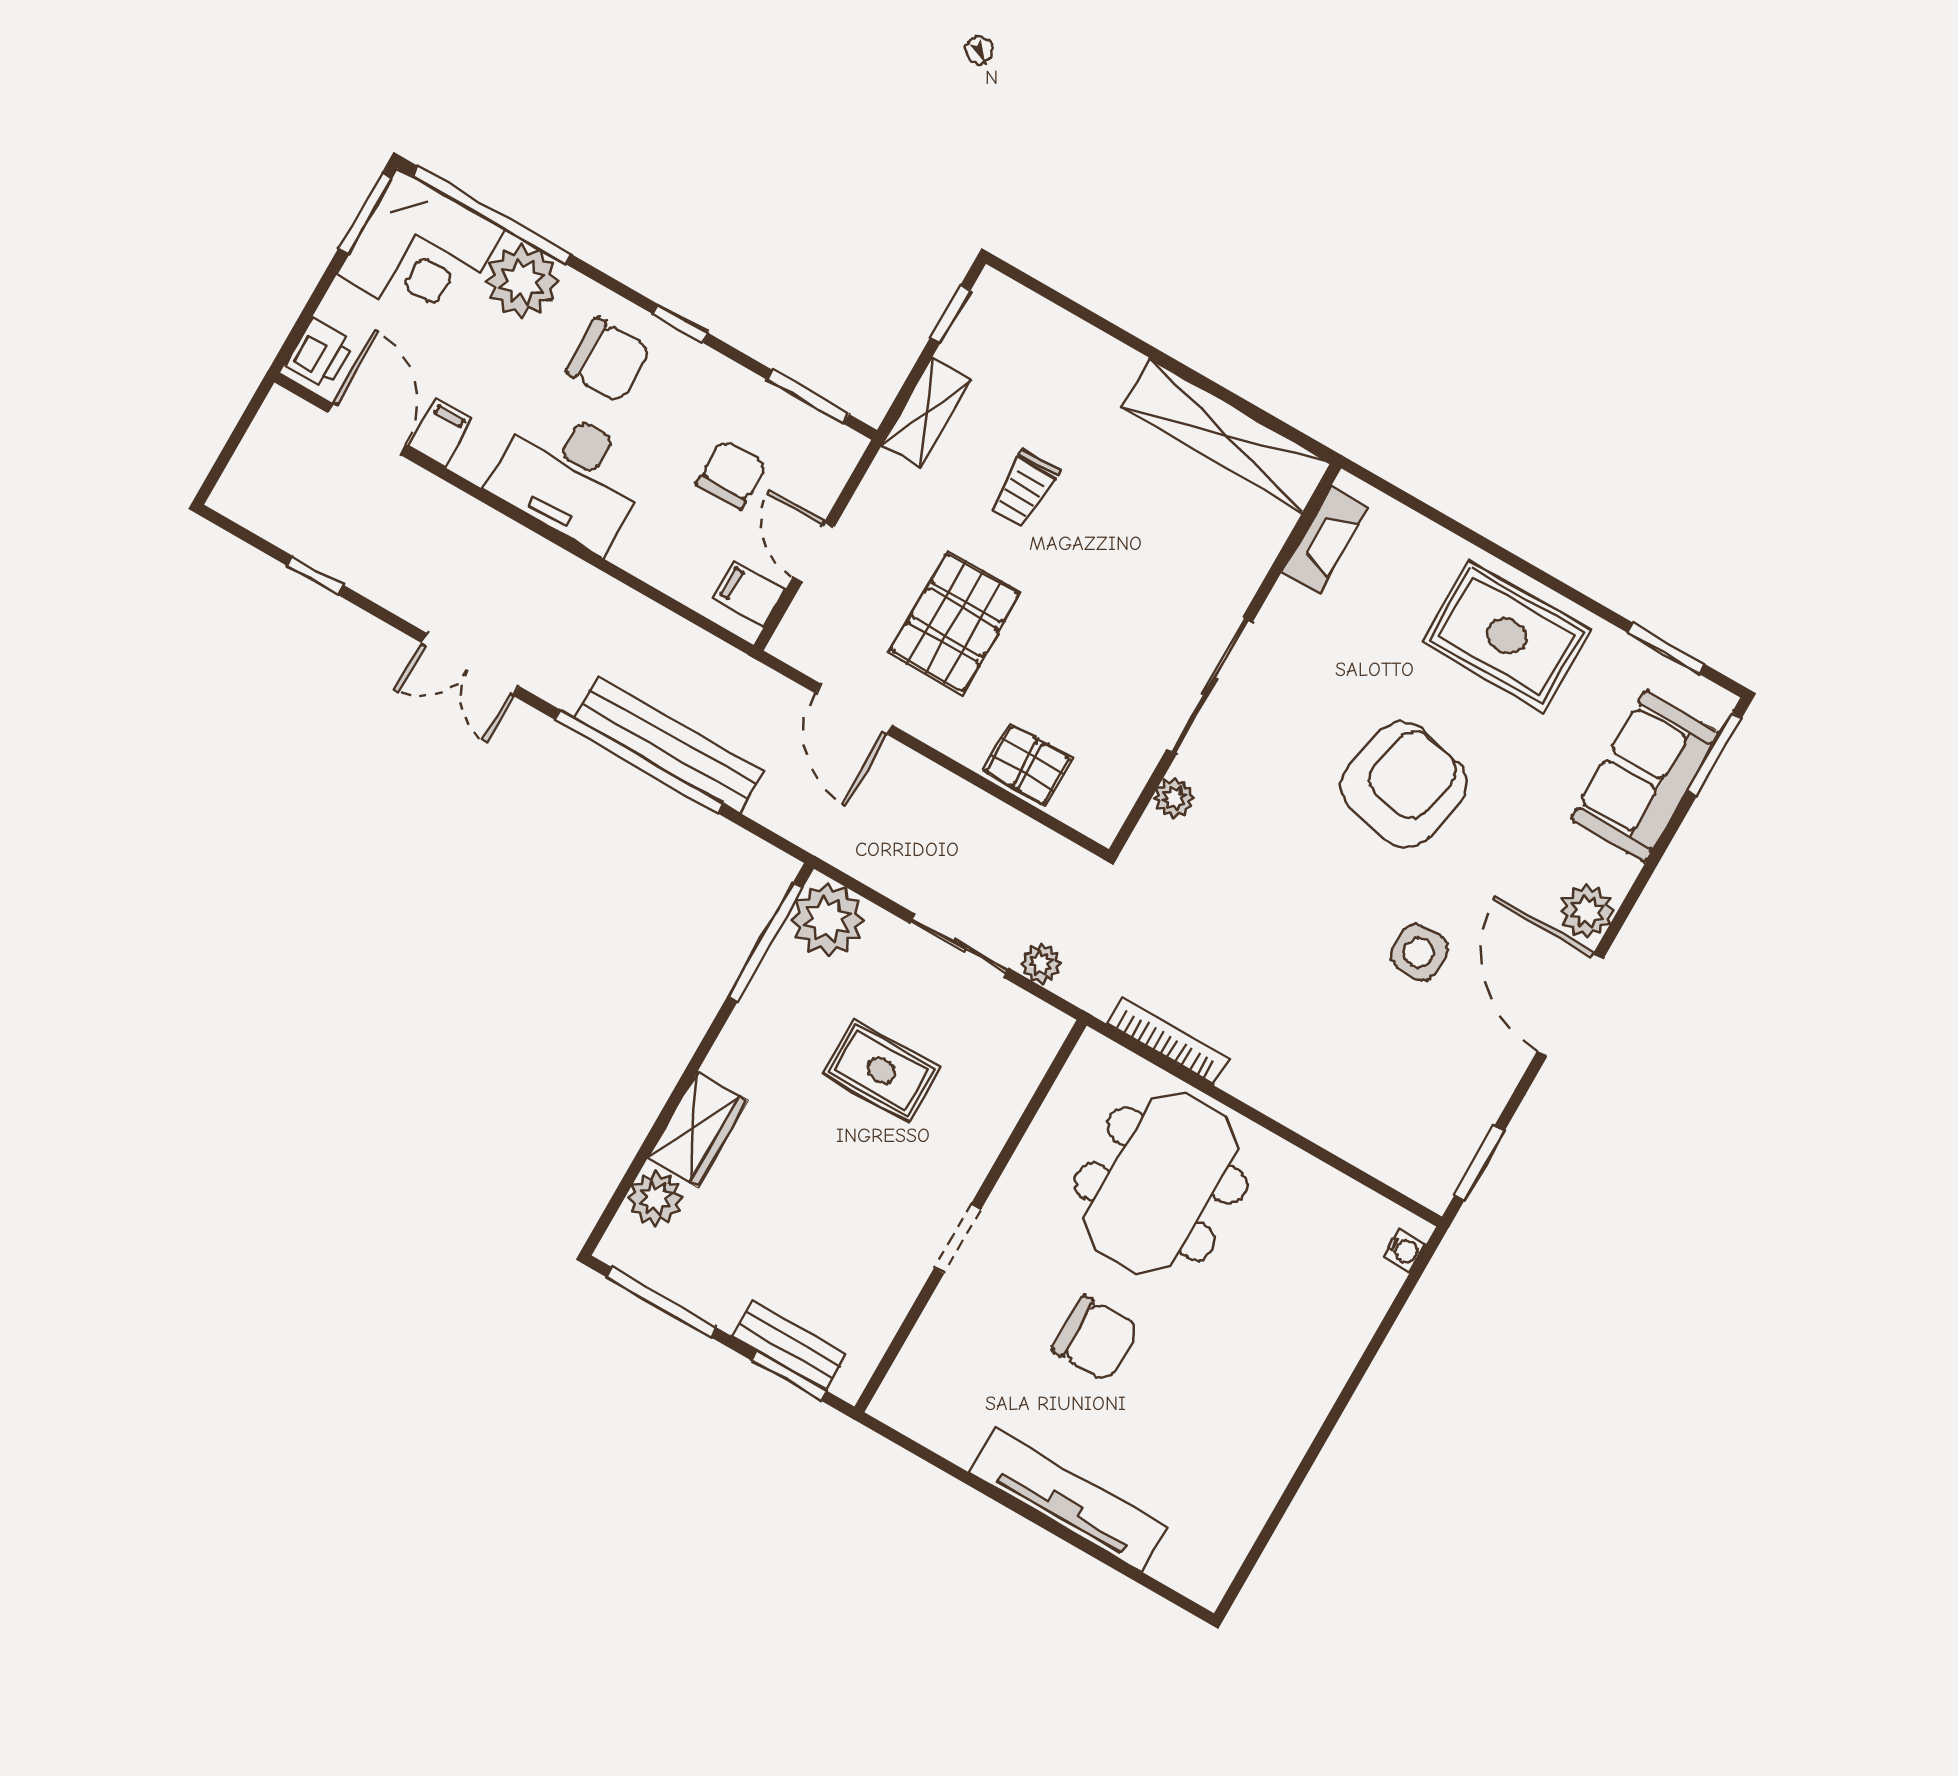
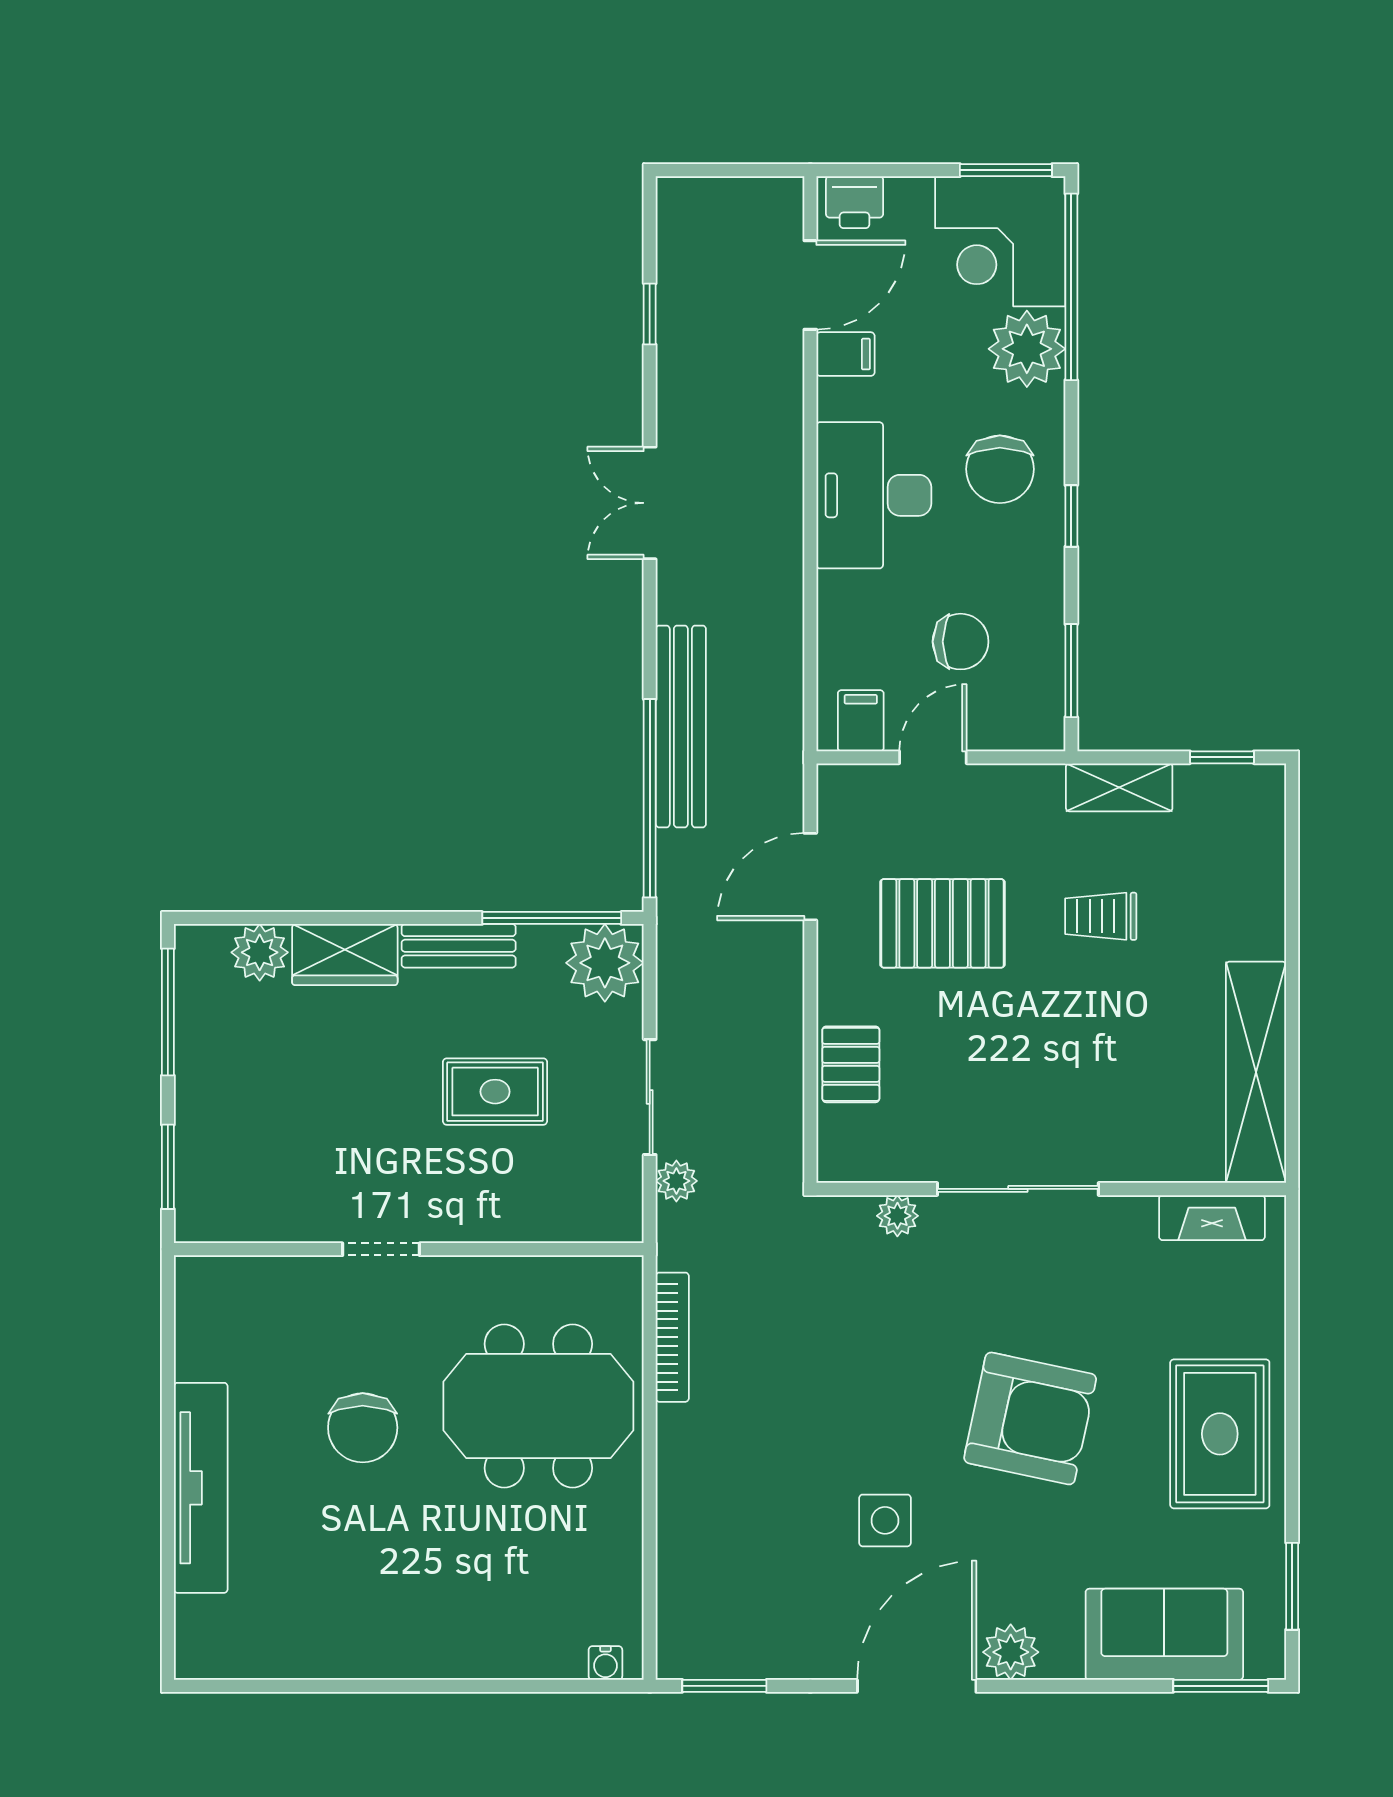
window: (639, 762) -> (650, 798), moved
rug: (882, 1070) -> (495, 1092), turned 90
bench: (789, 1345) -> (459, 946), moved, turned 90

